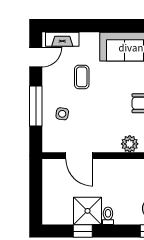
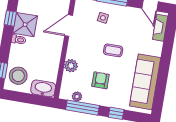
coffee table: (82, 77) -> (113, 50), moved

